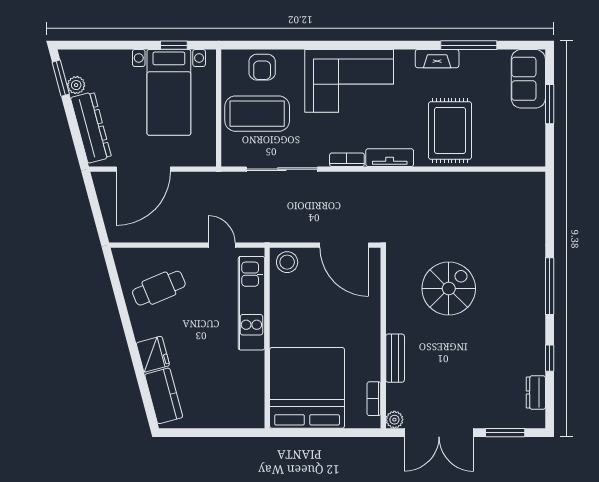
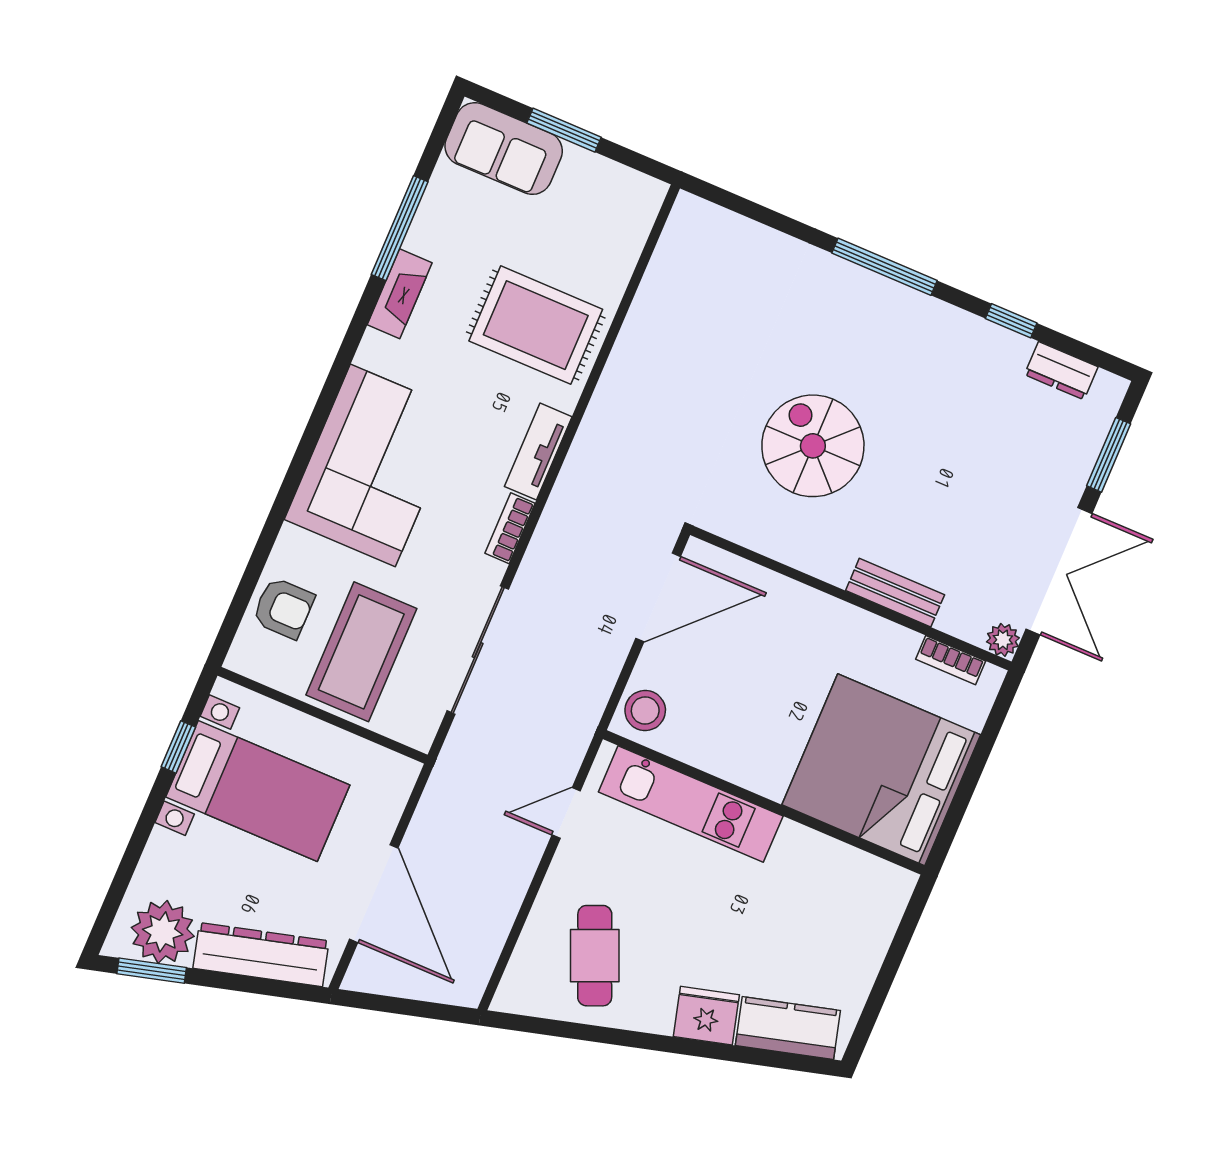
plant: (76, 85) -> (163, 932), width x1.87, depth x1.87

